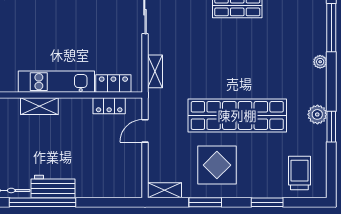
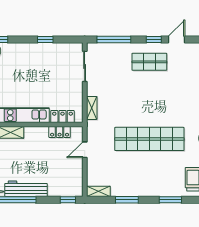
display table: (217, 165) -> (135, 174), removed
workbench: (53, 187) -> (26, 189), width x1.38
window: (121, 202) -> (68, 200), added

